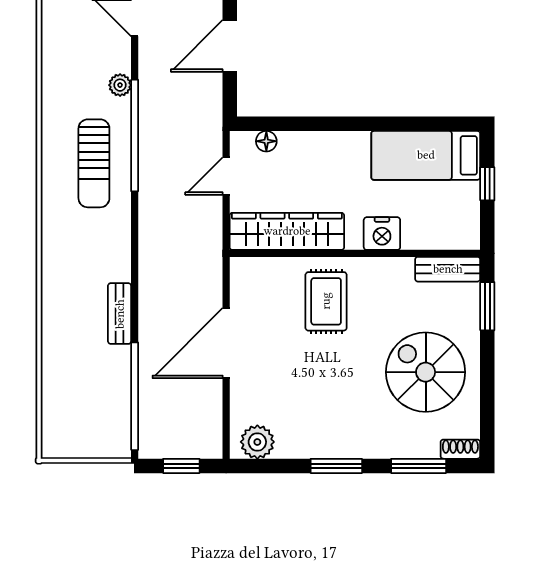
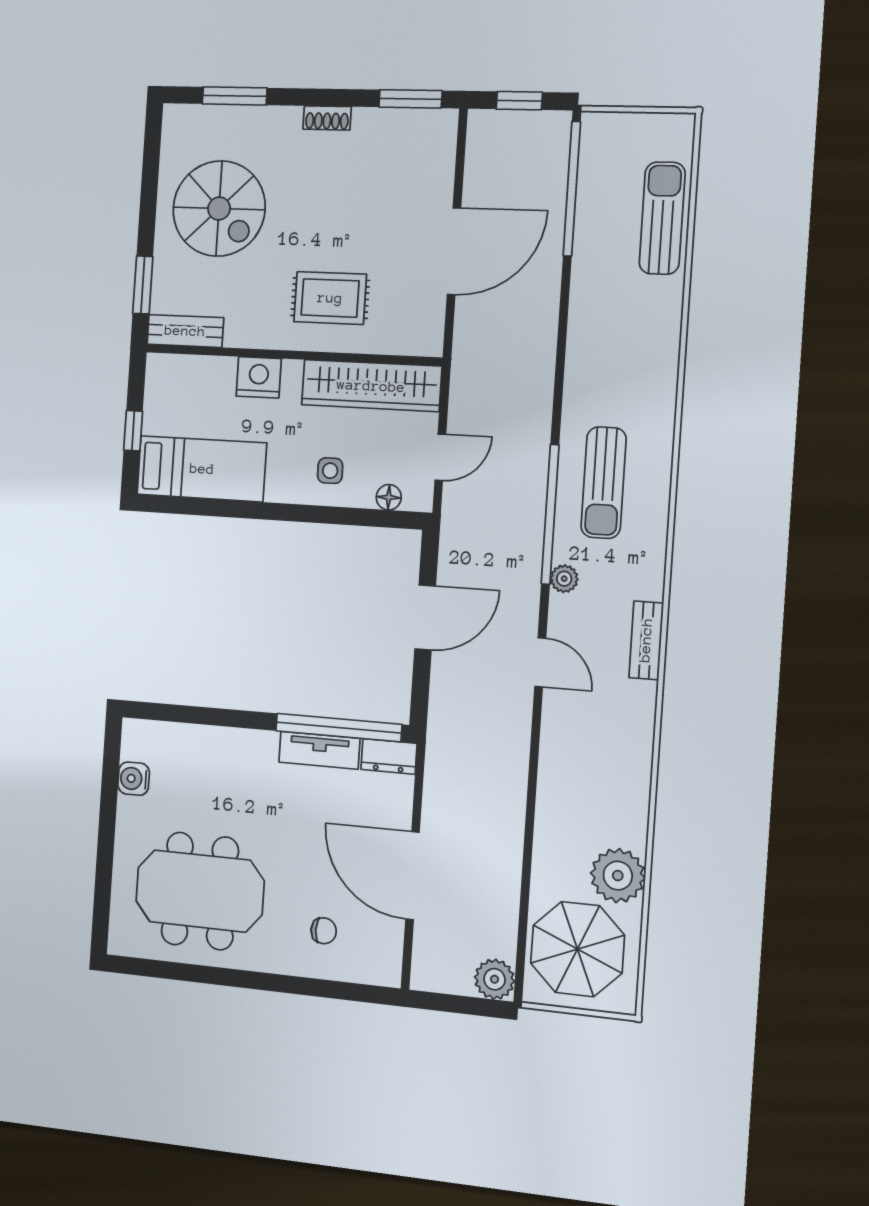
side table: (316, 160) -> (330, 471), added
sun lounger: (94, 163) -> (604, 483), turned 180
rug: (326, 301) -> (330, 298), turned 90
bench: (120, 314) -> (646, 640), moved
sun lounger: (62, 375) -> (662, 218), added
plant: (257, 442) -> (424, 129), removed
shoe rack: (460, 449) -> (327, 118), moved
window: (336, 466) -> (410, 99), moved

